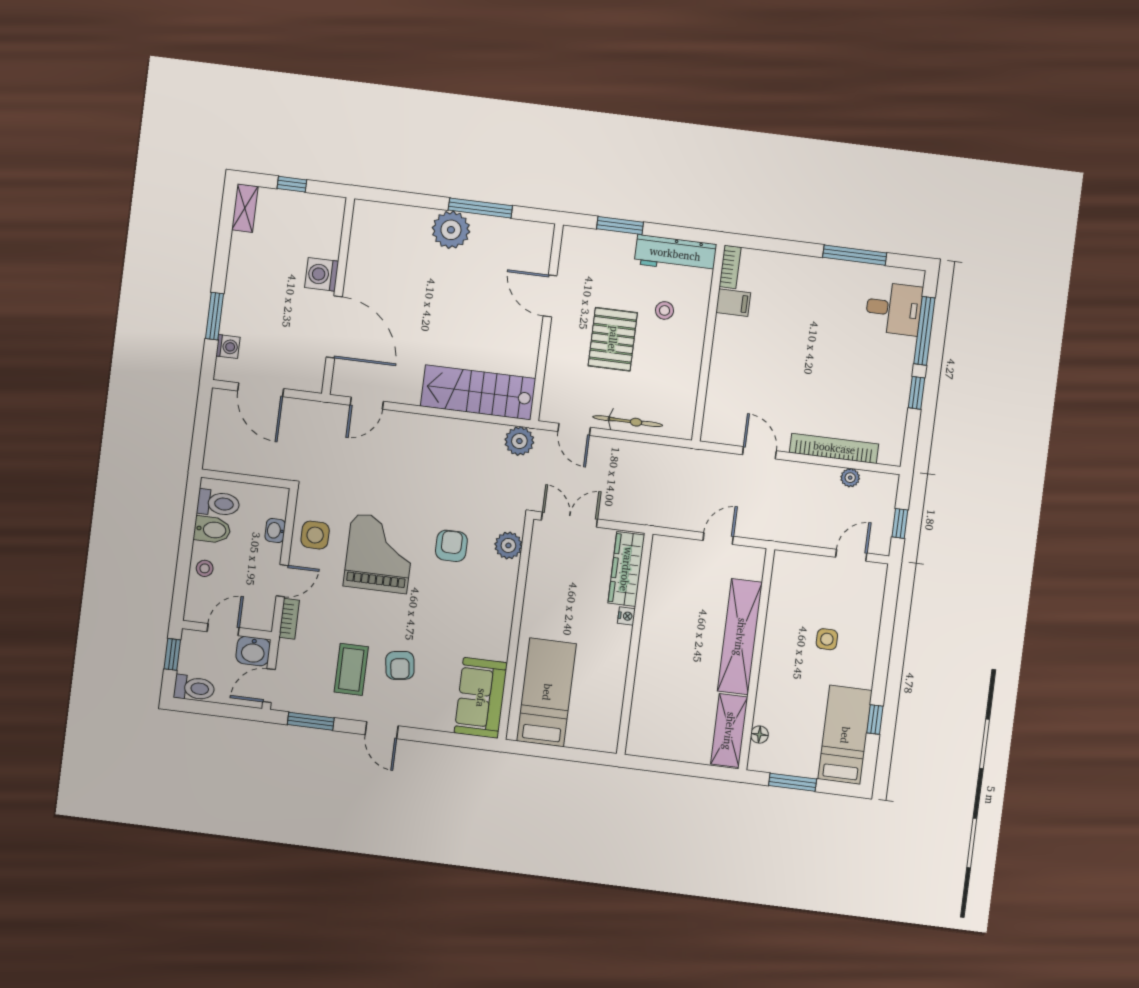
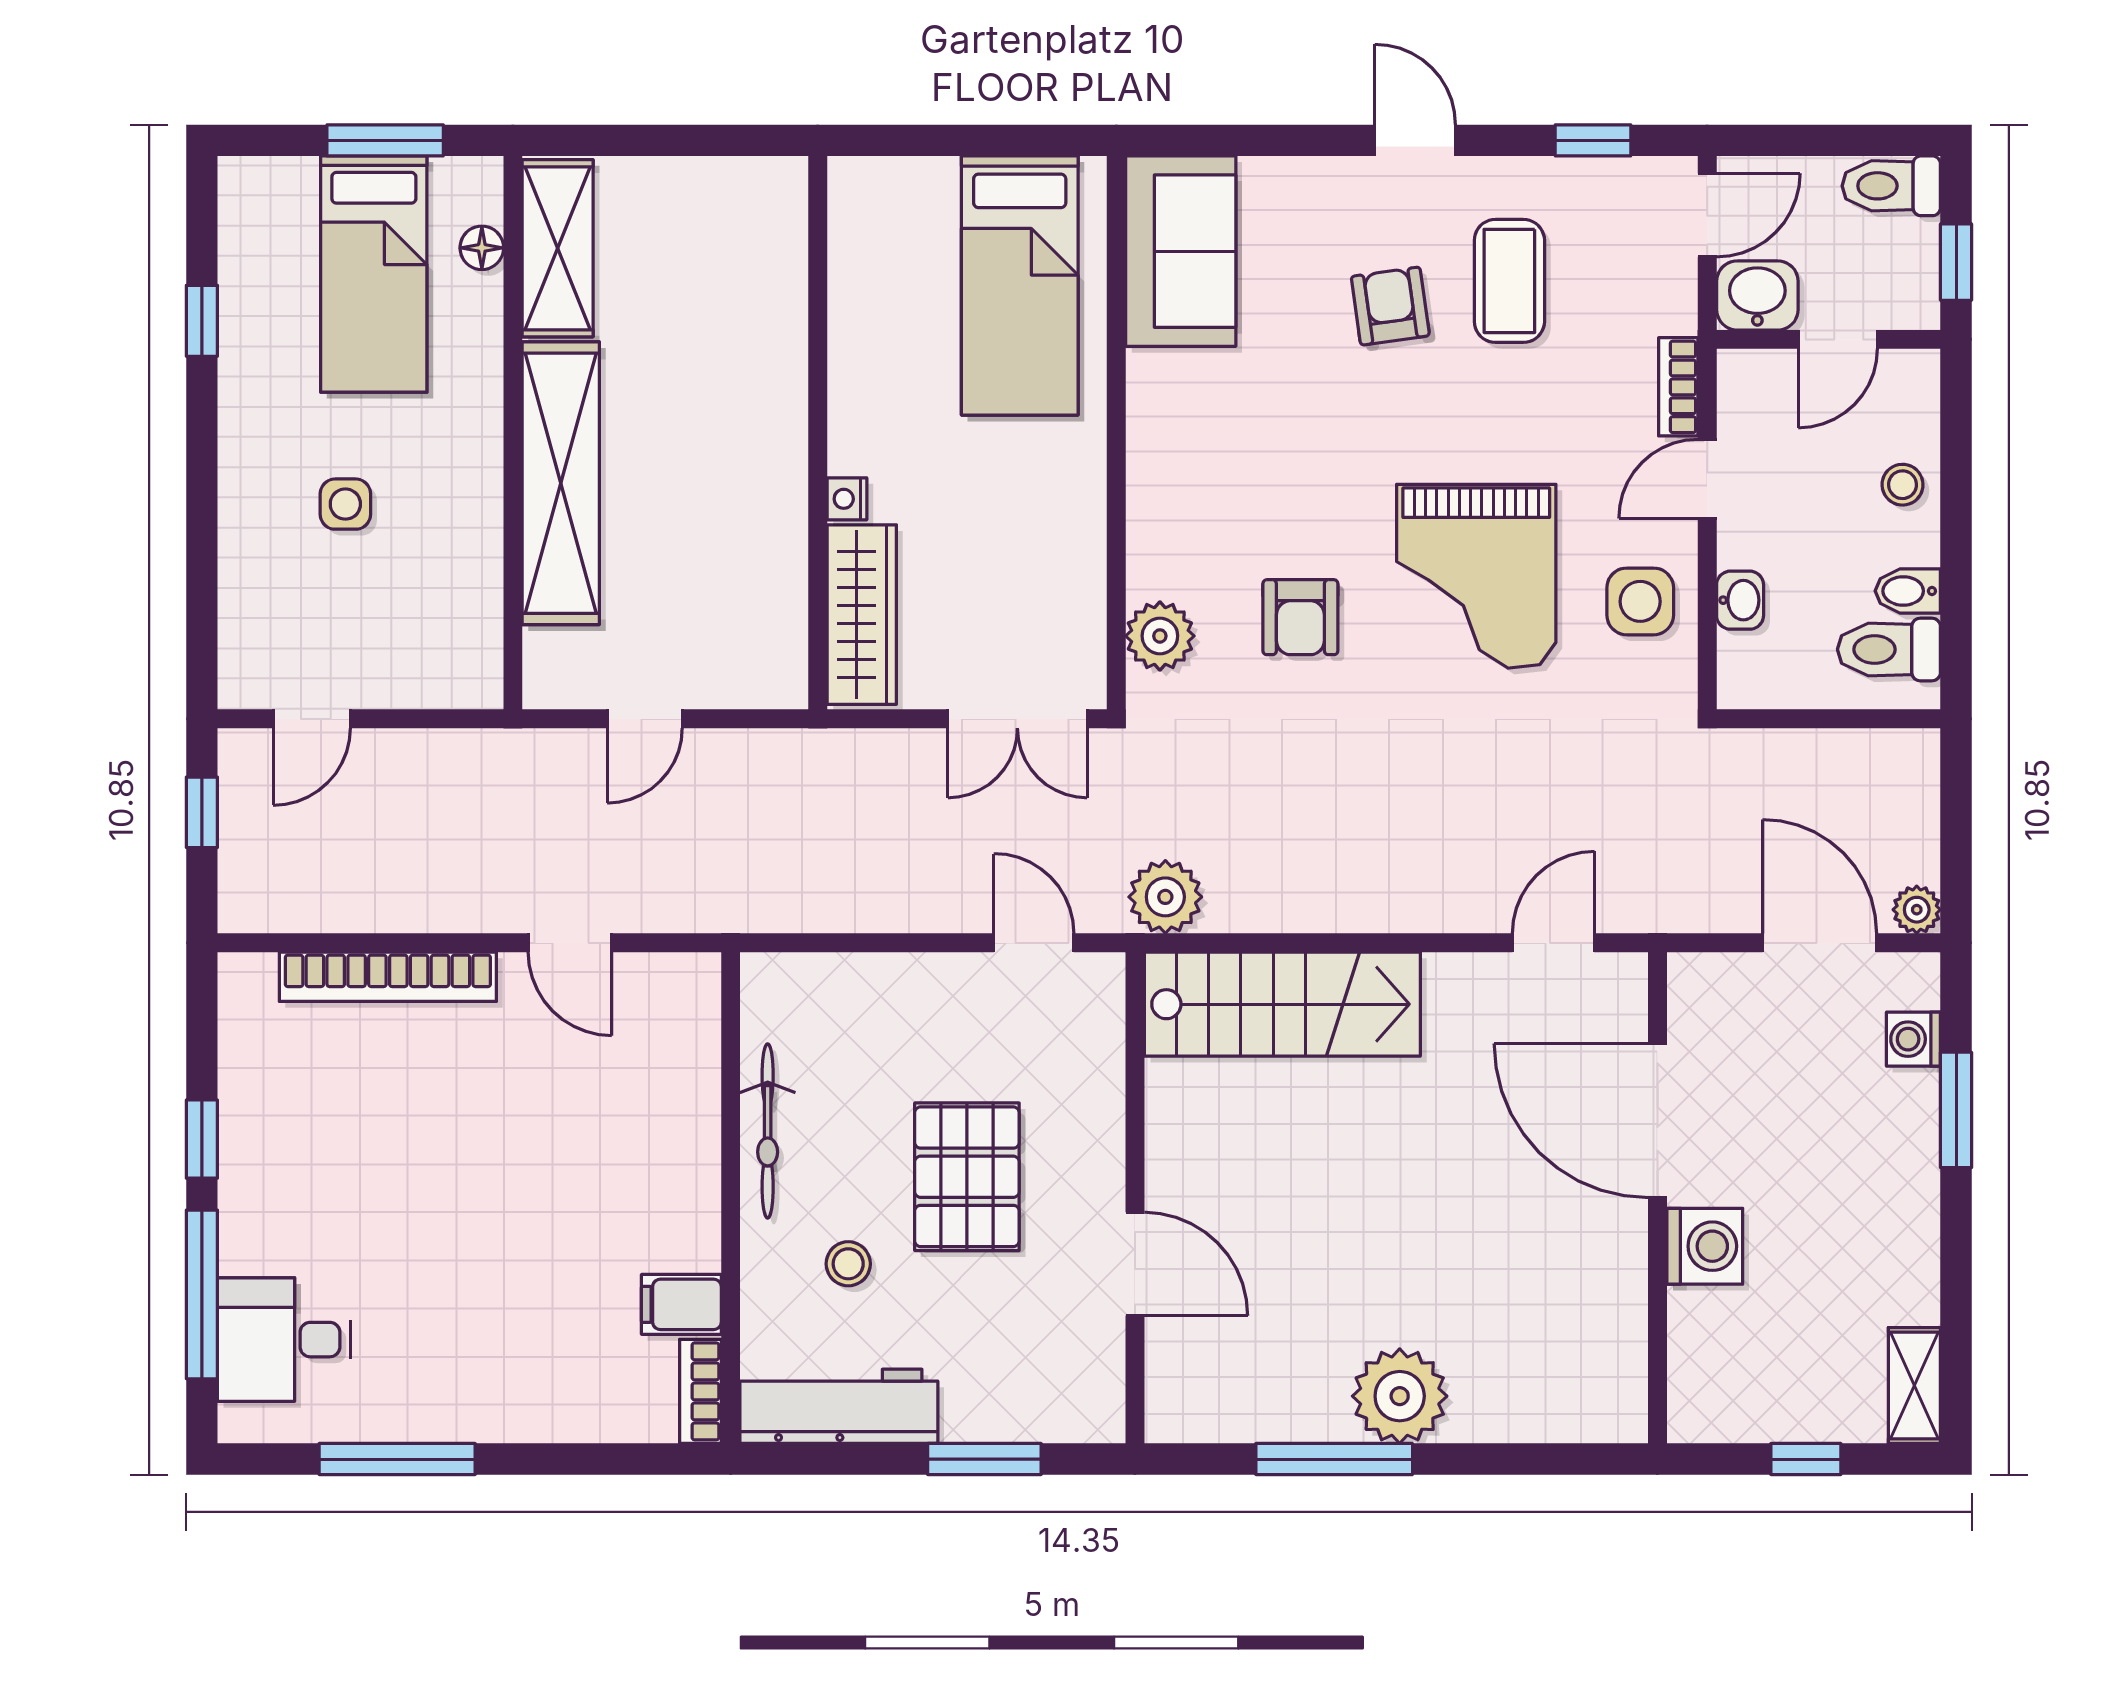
bicycle: (628, 421) -> (768, 1131), moved, turned -90
plant: (850, 478) -> (1917, 910), moved
bidet: (212, 530) -> (1908, 591), width x0.72, depth x0.74
window: (311, 721) -> (1593, 140), width x0.67
bed: (845, 735) -> (374, 274), moved

